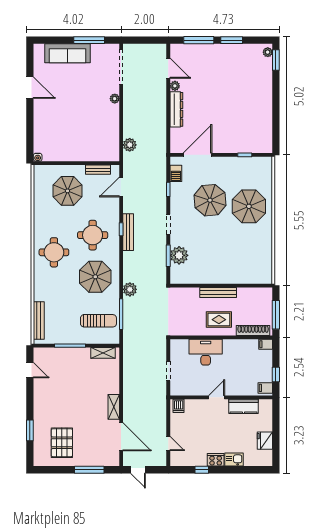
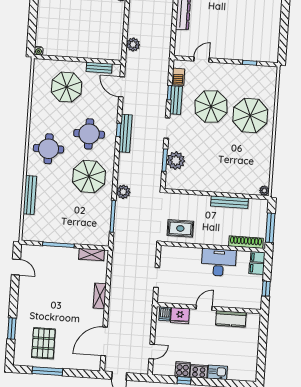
door: (197, 155) -> (201, 60), width x0.53
door: (121, 187) -> (122, 87), hinge flipped
bench: (175, 196) -> (176, 100), added
plant: (268, 279) -> (264, 191), added
bench: (218, 292) -> (229, 202), moved
bench: (39, 320) -> (30, 195), moved
rug: (219, 320) -> (180, 228), moved
sun lounger: (98, 321) -> (89, 222), removed
desk: (206, 352) -> (219, 262), moved
filing cabinet: (265, 388) -> (257, 269), moved
shelving: (114, 407) -> (100, 296), moved
door: (121, 437) -> (104, 341), swing flipped
fridge: (265, 441) -> (180, 316), moved, turned -90
door: (168, 444) -> (152, 351), hinge flipped
cooker: (200, 459) -> (183, 369), added
window: (89, 470) -> (47, 371), moved

